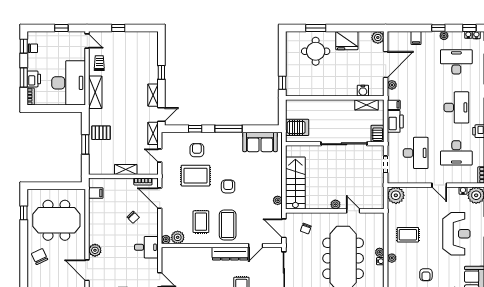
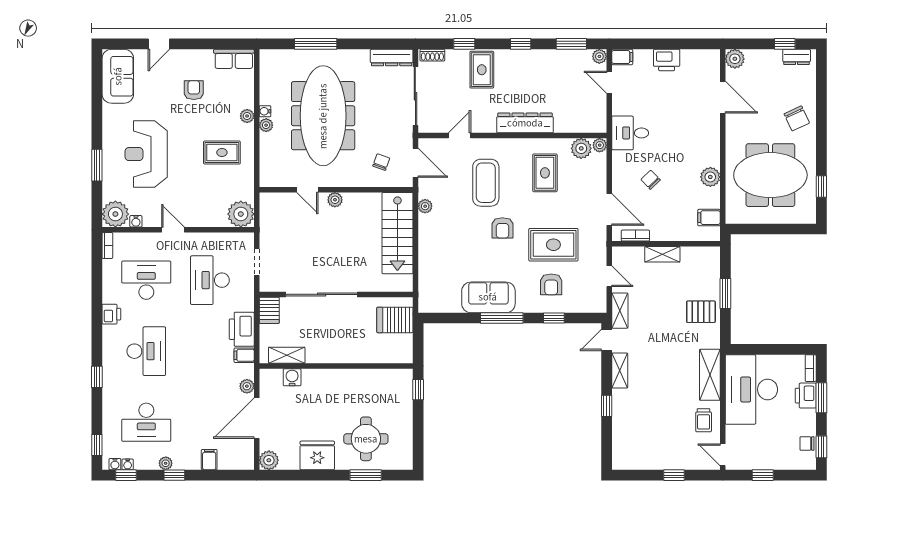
desk: (456, 107) -> (146, 351), turned 180
sofa: (260, 142) -> (488, 297), moved
coffee table: (228, 225) -> (486, 183), moved
plant: (95, 250) -> (710, 177), moved
dresser: (230, 254) -> (525, 123), moved

